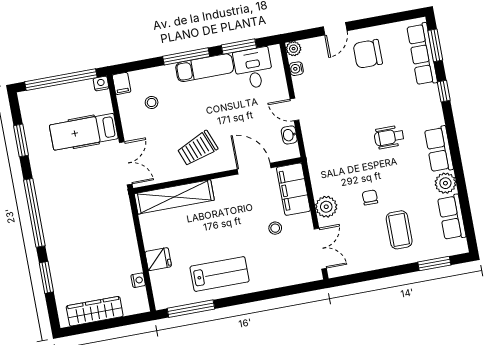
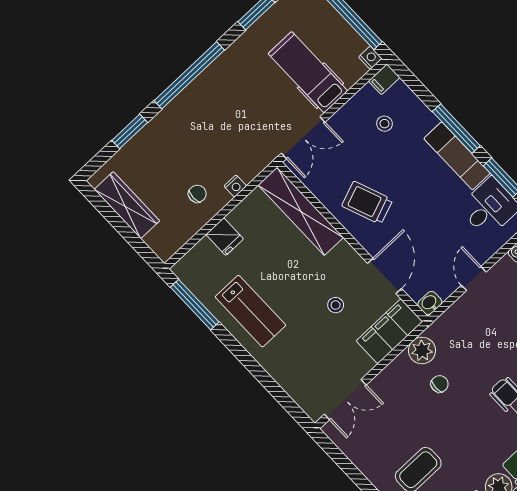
washbasin: (289, 135) -> (430, 303), moved
chair: (370, 197) -> (440, 384), moved
plant: (326, 207) -> (422, 350), moved
stool: (275, 228) -> (336, 305), moved
chair: (118, 259) -> (197, 194), added
nightstand: (138, 280) -> (235, 186), moved

